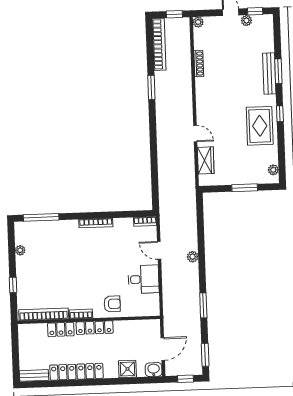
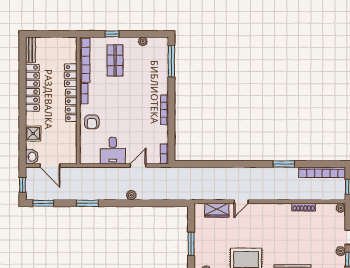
shop shelf: (43, 280) -> (115, 60), added

